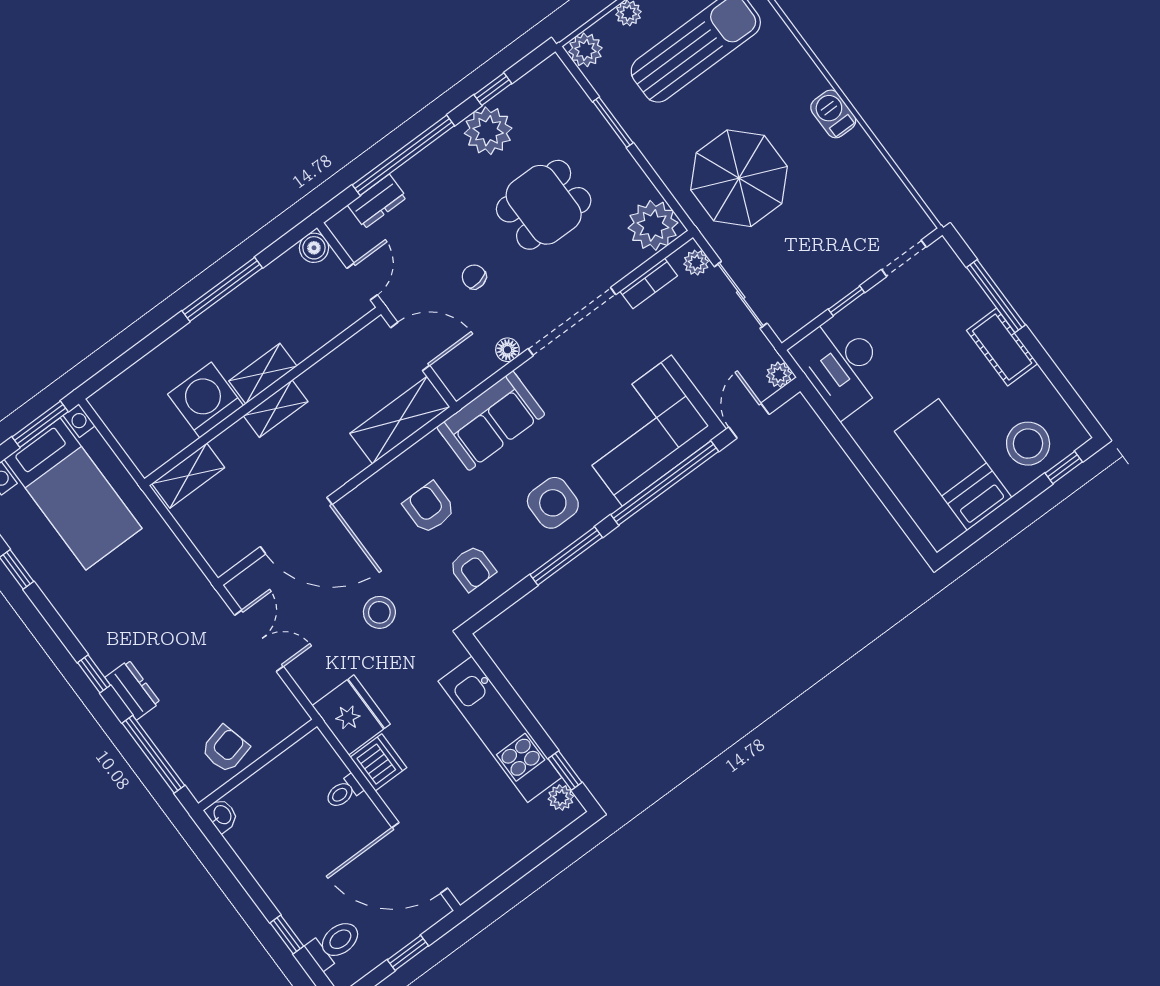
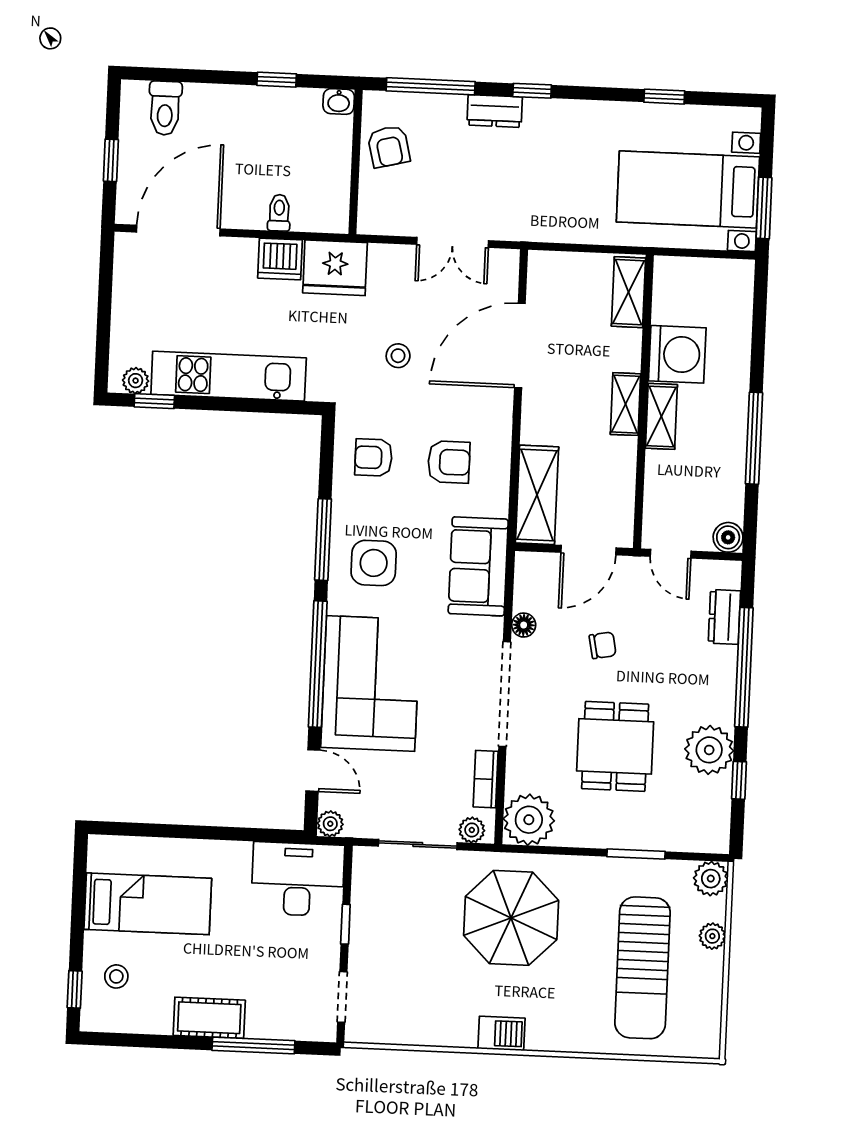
stool: (1028, 444) -> (116, 976), width x0.53, depth x0.53
stool: (379, 612) -> (398, 356), width x0.73, depth x0.73
window: (287, 935) -> (277, 80), moved

